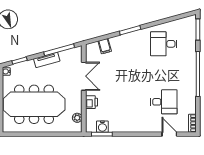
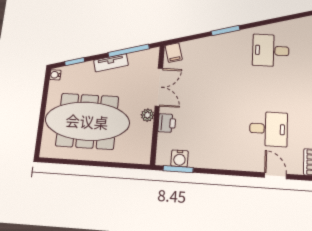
filing cabinet: (105, 46) -> (174, 53), moved
plant: (77, 118) -> (148, 115), moved

